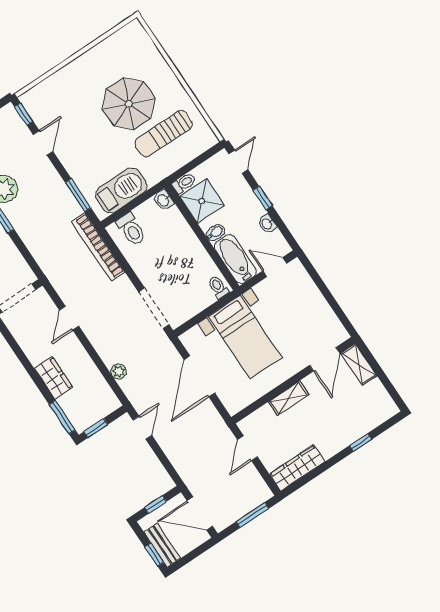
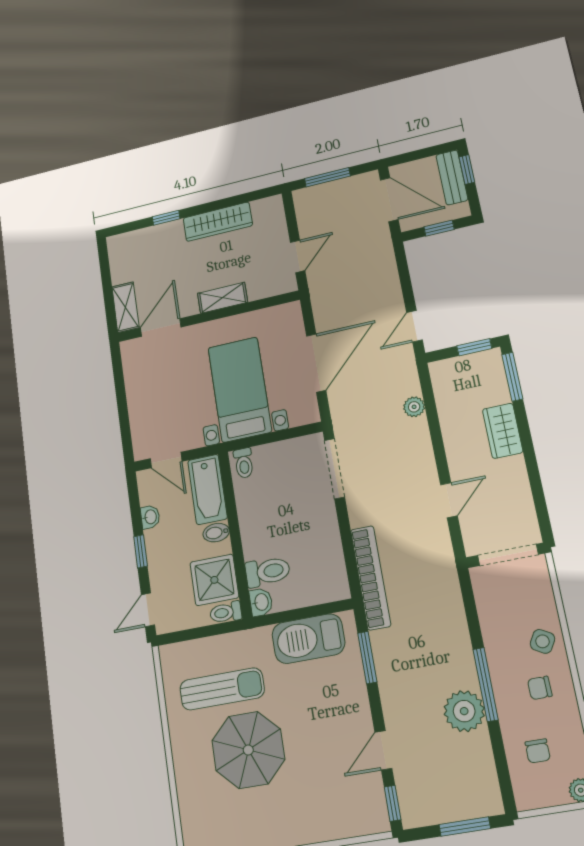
toilet: (131, 229) -> (268, 572), moved, turned 90
wardrobe: (297, 468) -> (218, 222), moved

